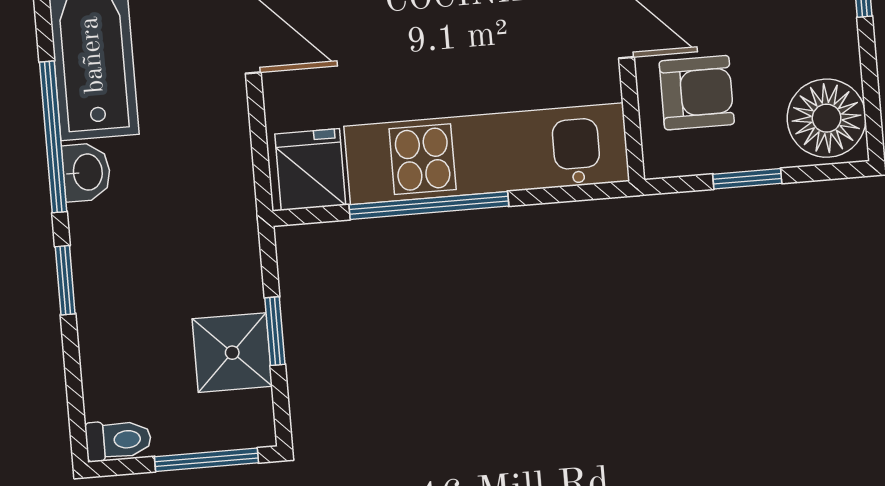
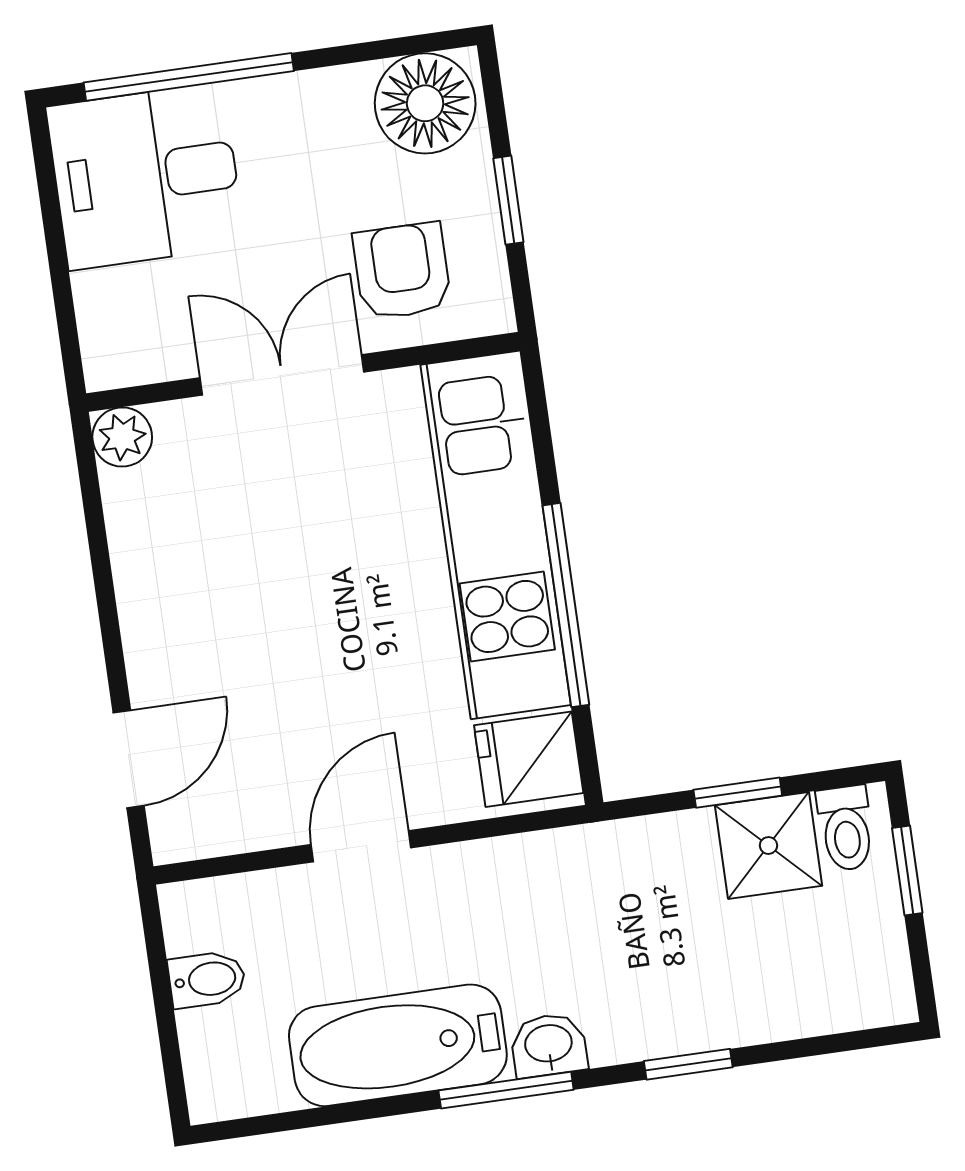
window: (53, 137) -> (506, 1090), width x0.69
toilet: (118, 440) -> (846, 828), moved, turned 180
window: (206, 460) -> (907, 870), width x0.67

